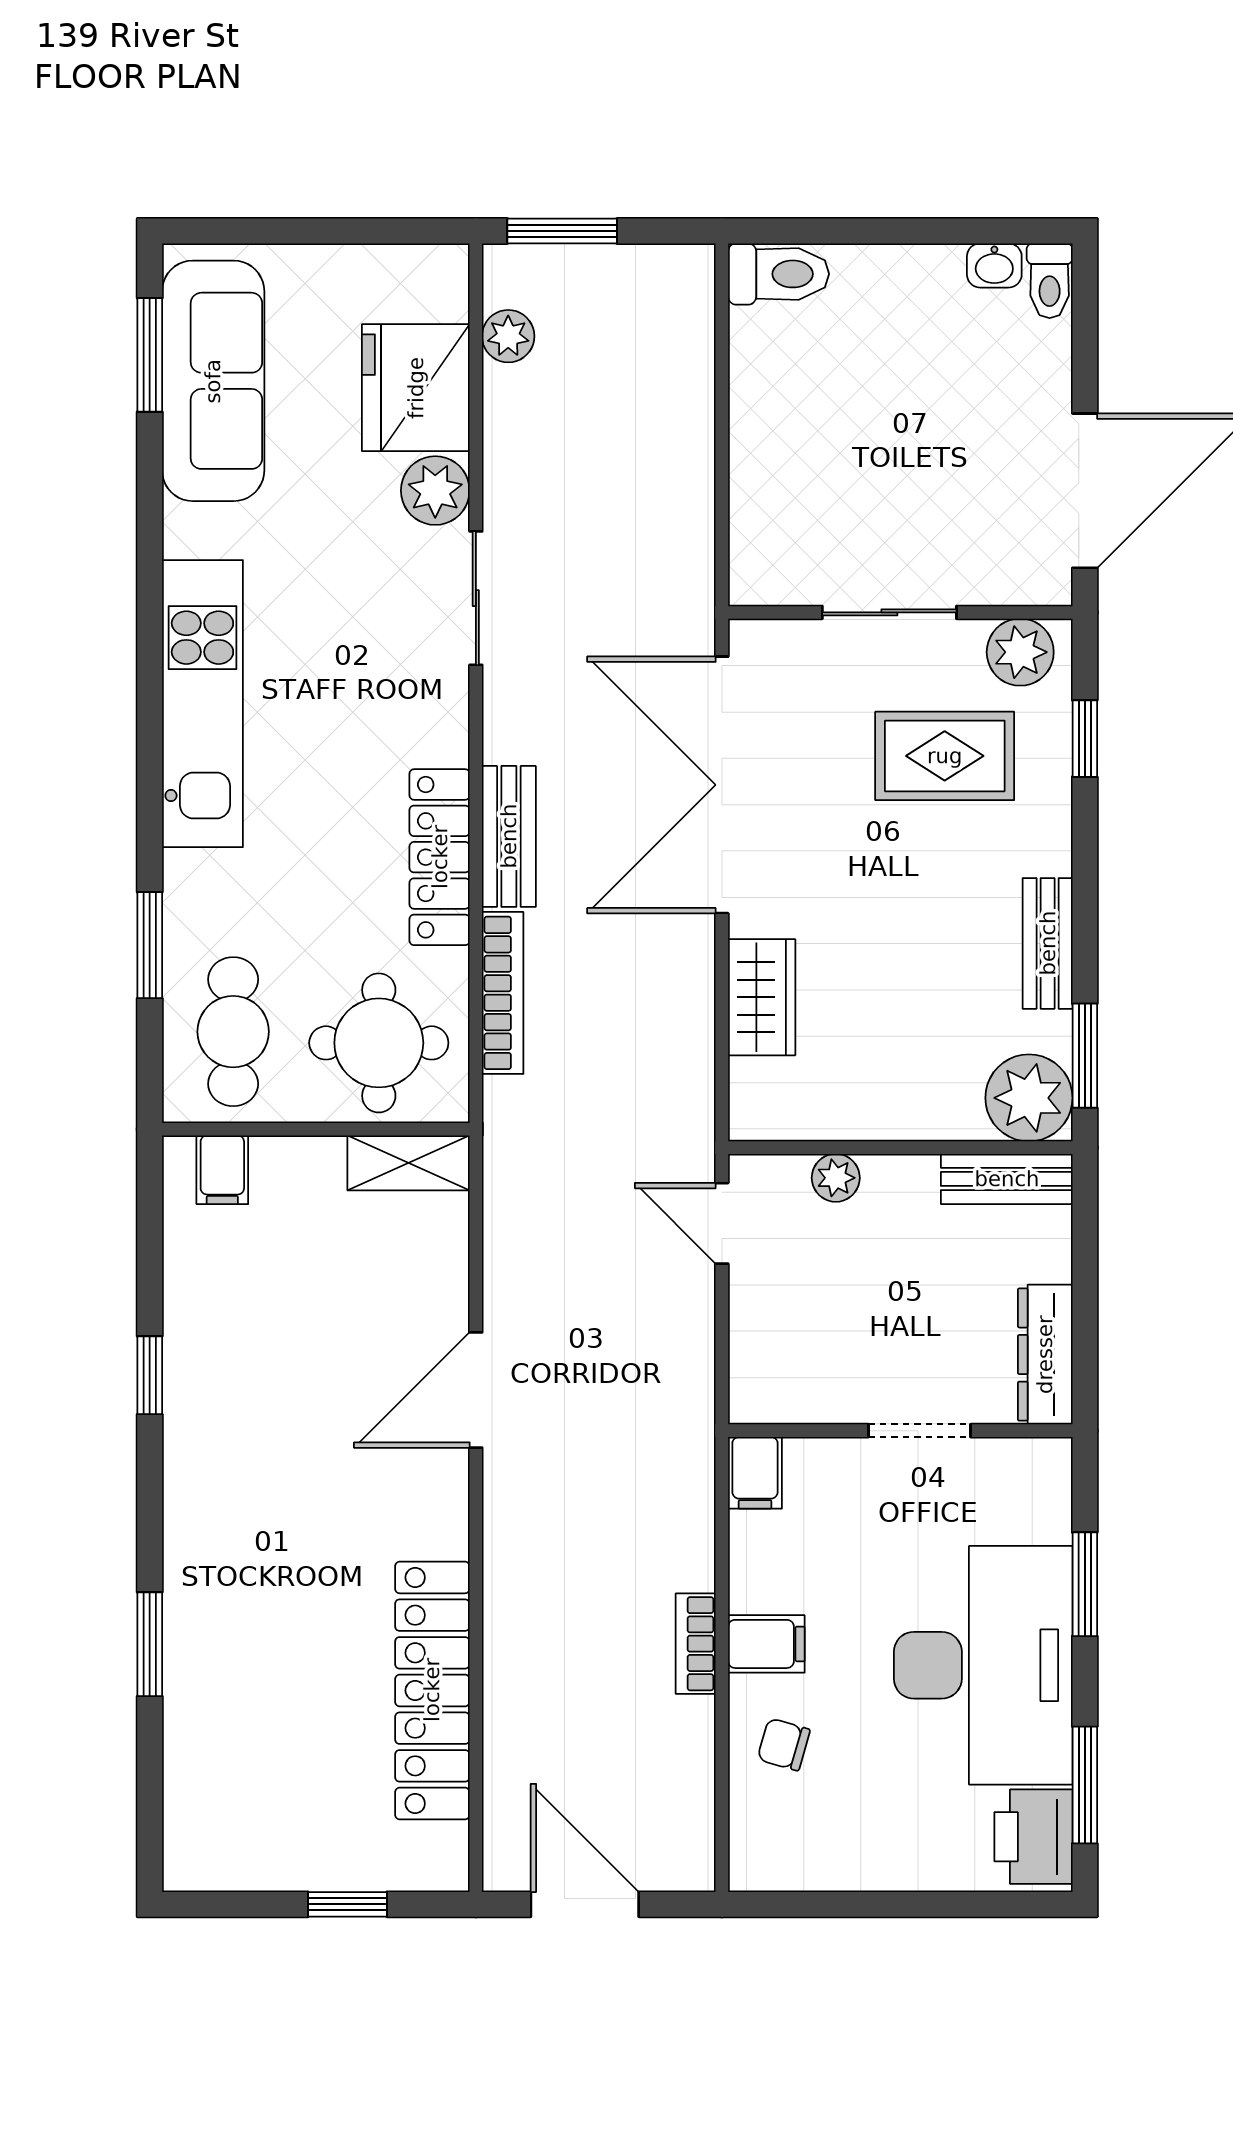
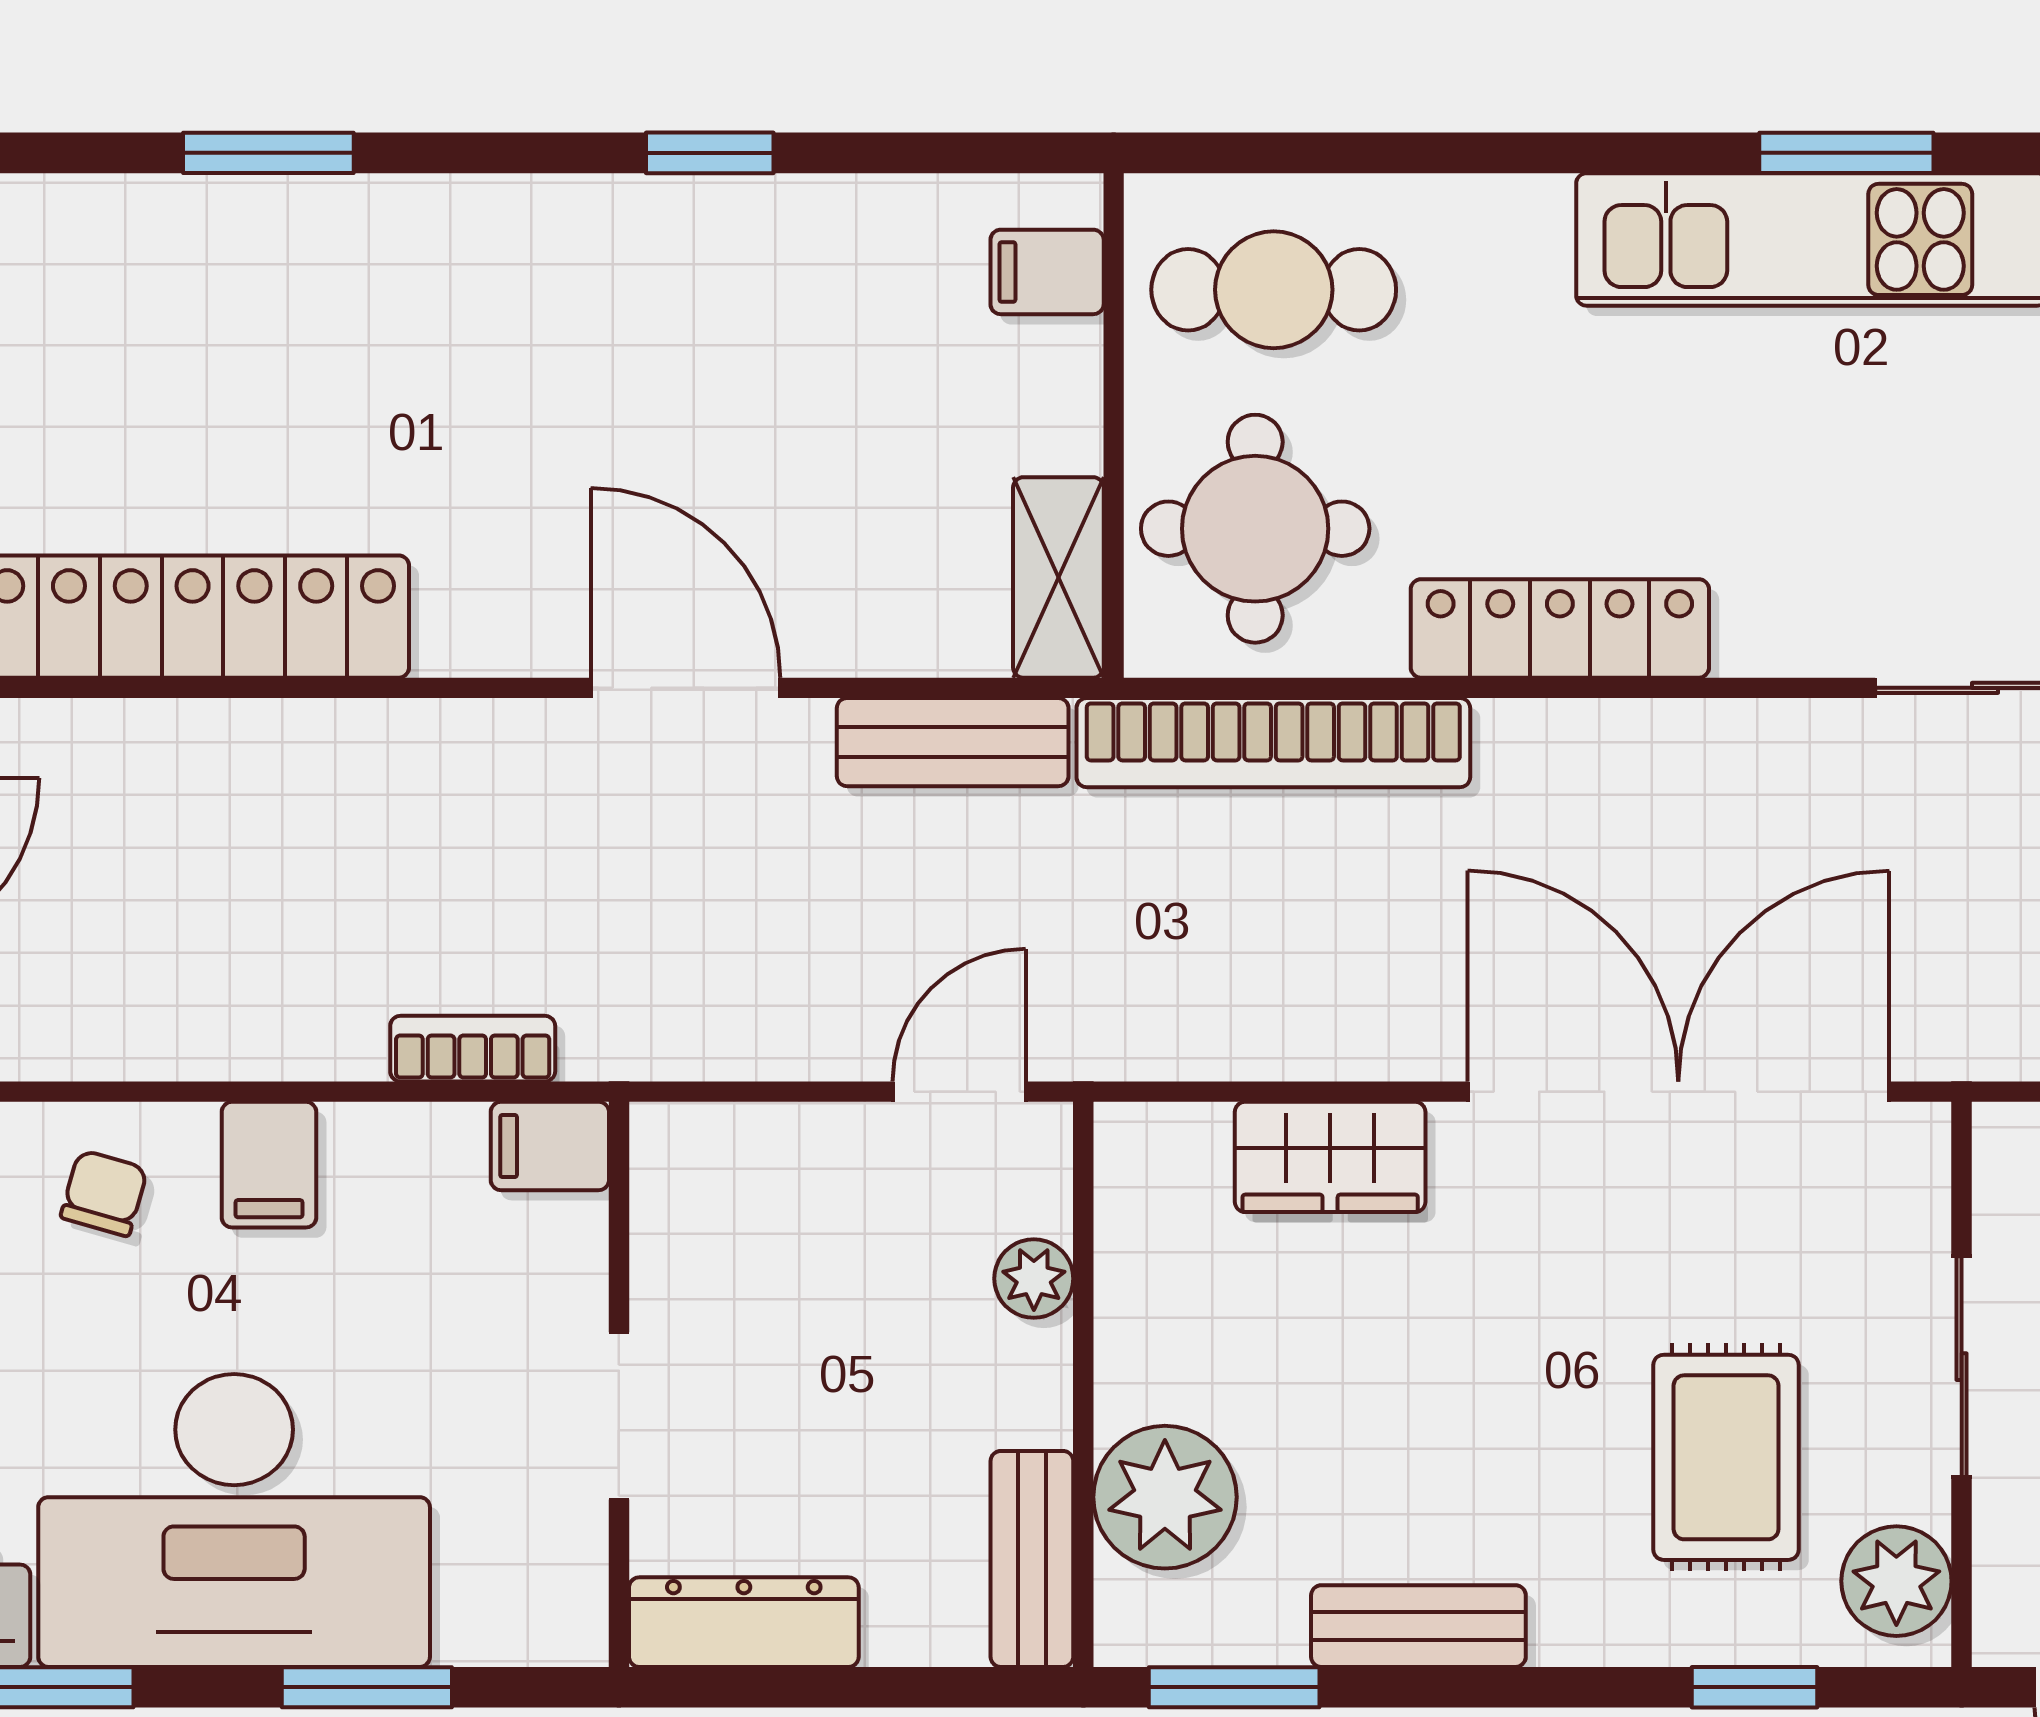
bench: (509, 836) -> (953, 742), moved
window: (150, 945) -> (1846, 153), moved
bookcase: (503, 993) -> (1273, 743), width x1.48, depth x1.31
plant: (1029, 1098) -> (1165, 1497), moved
bookcase: (696, 1644) -> (473, 1049), moved

